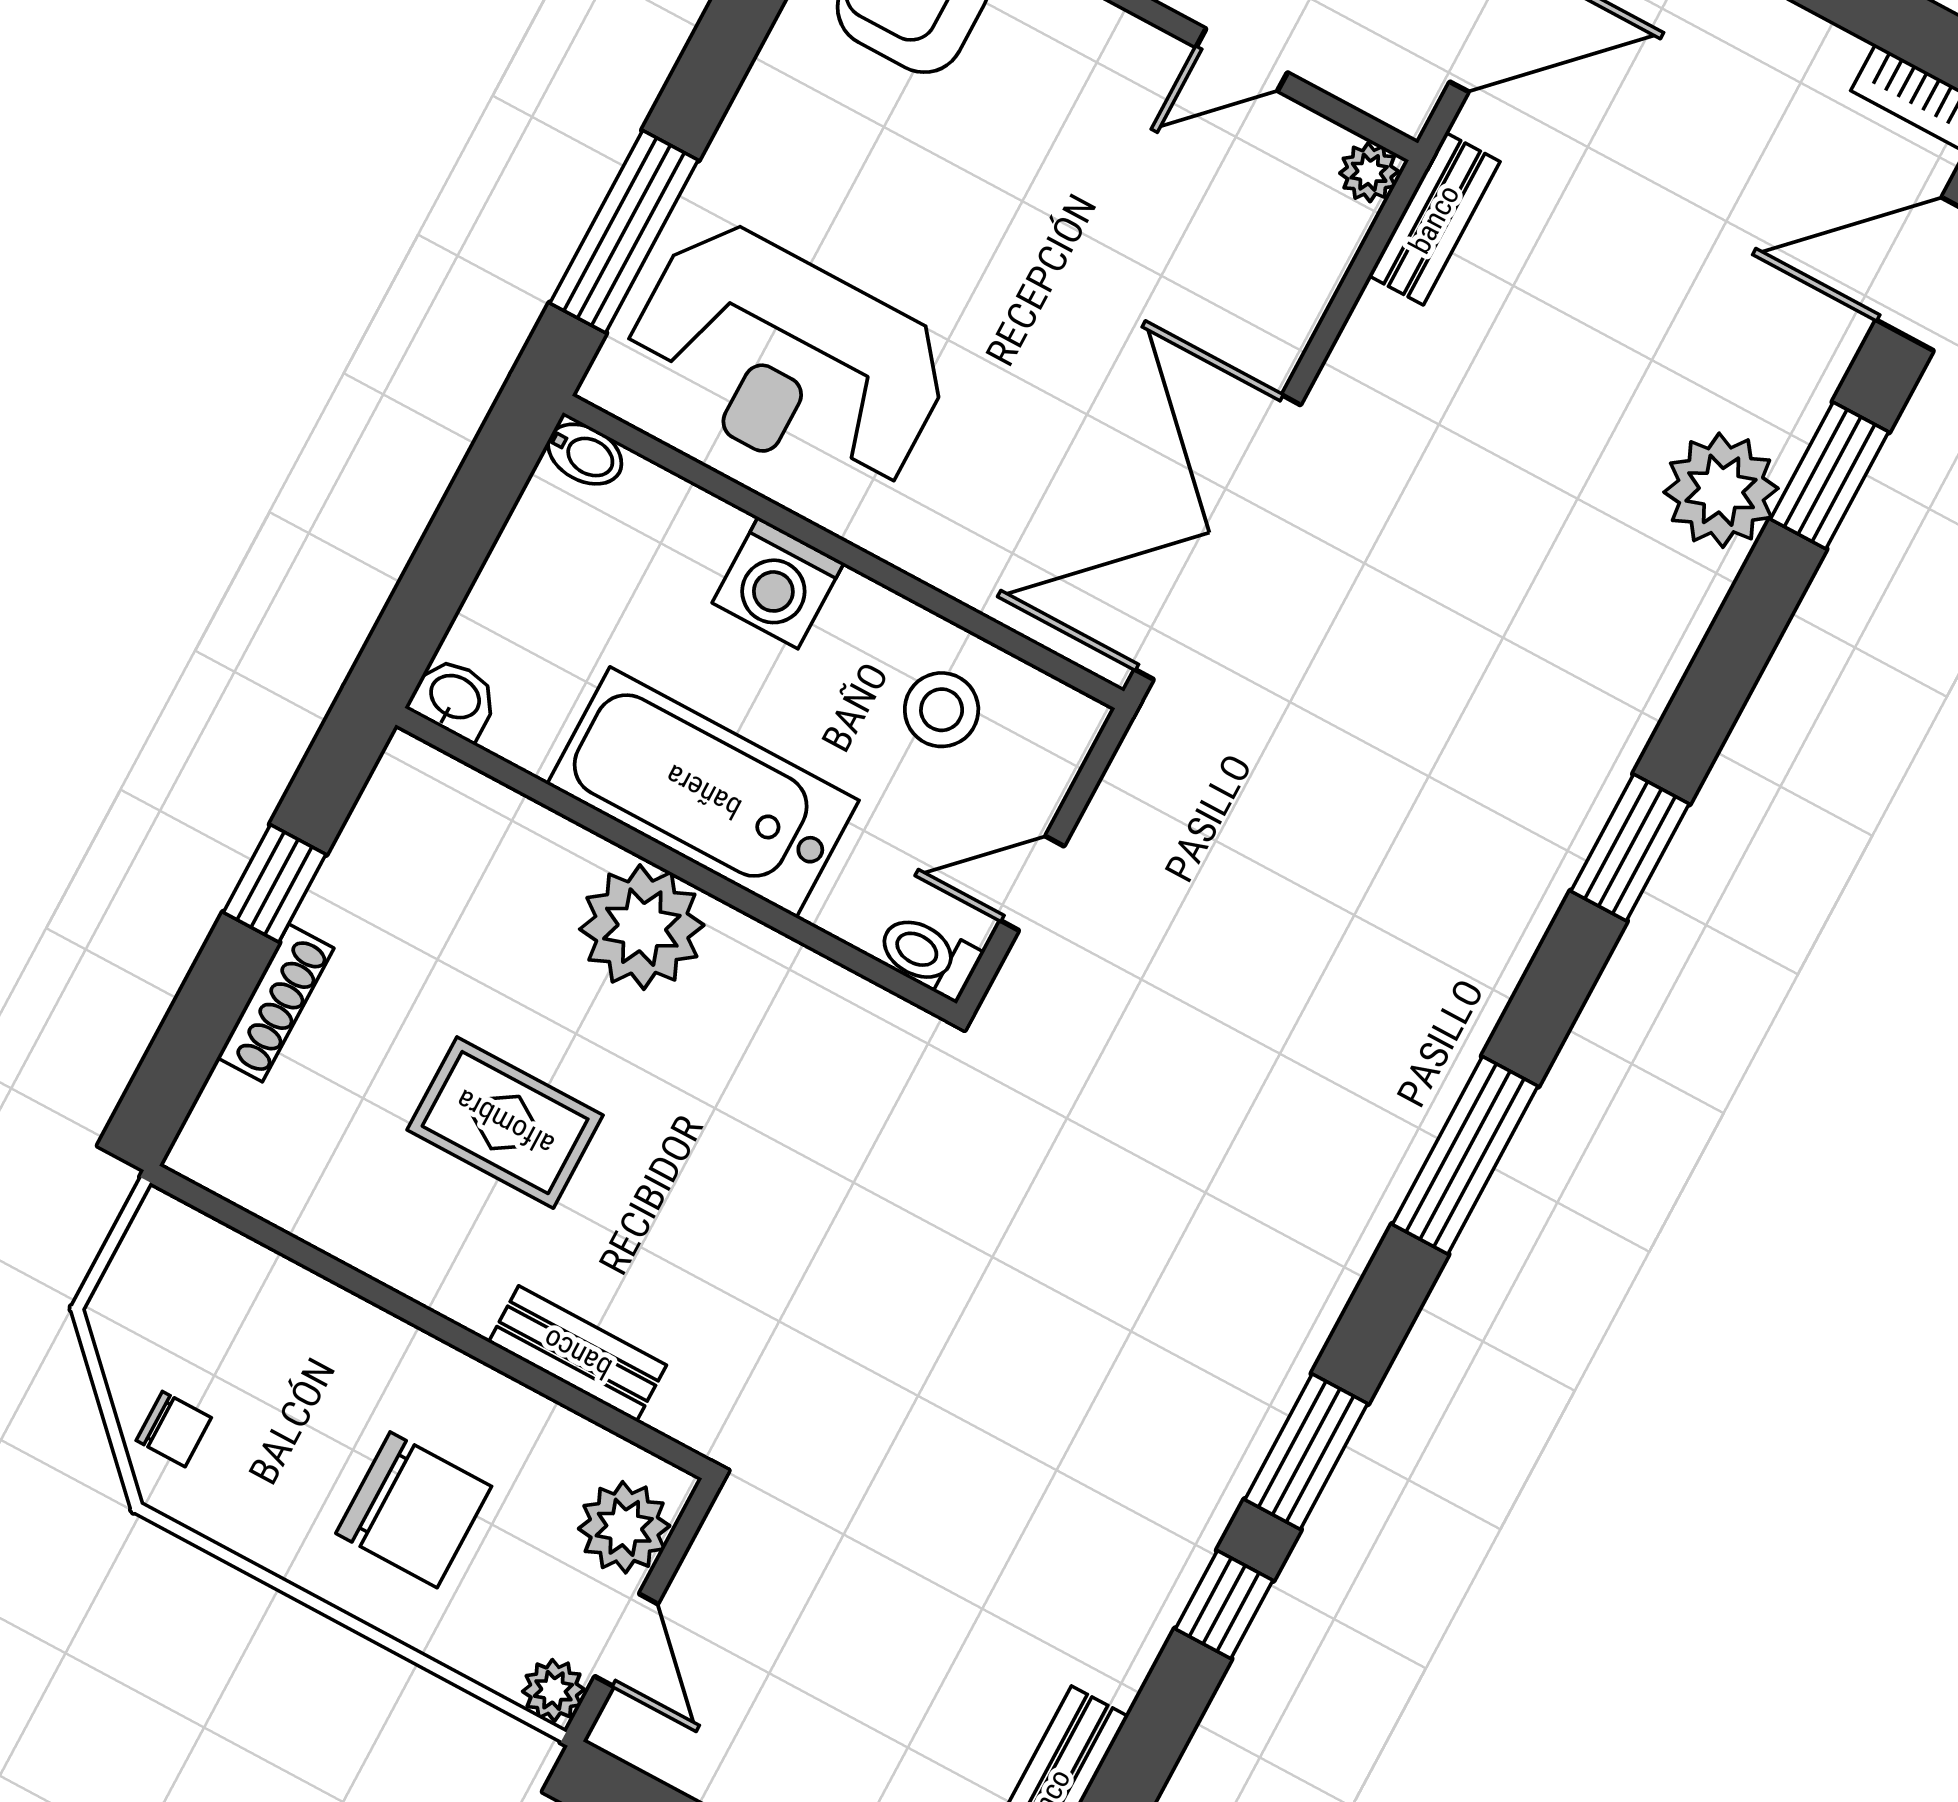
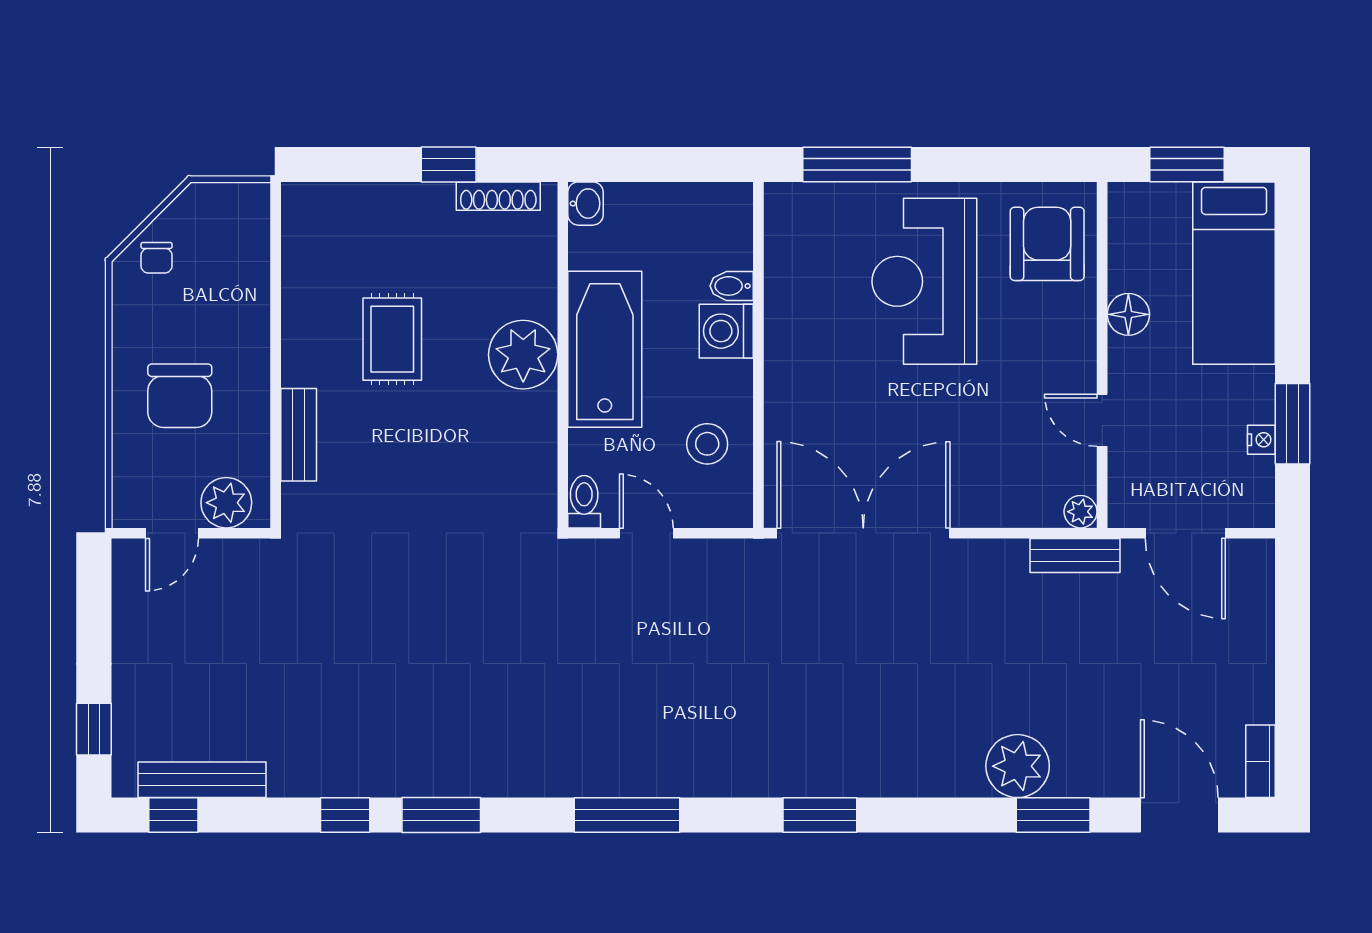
reception desk: (788, 360) -> (924, 281), moved
bidet: (585, 454) -> (732, 286), moved, turned 90
shoe rack: (275, 1003) -> (498, 196), moved
plant: (553, 1690) -> (128, 511), removed

